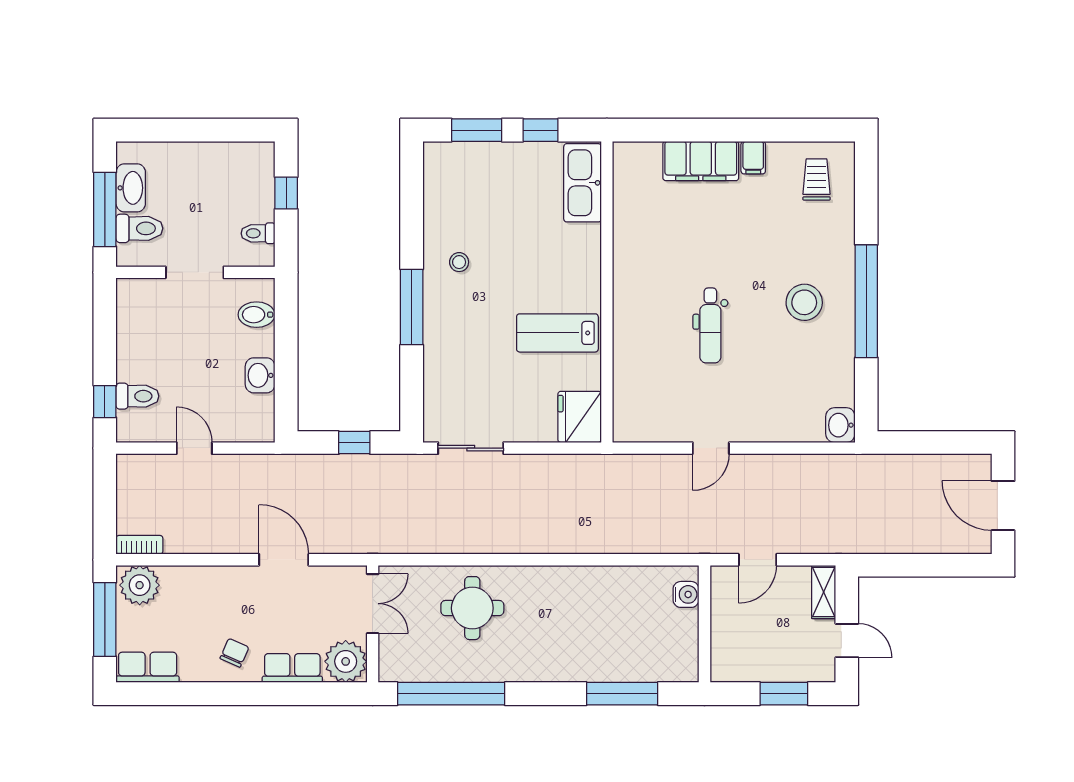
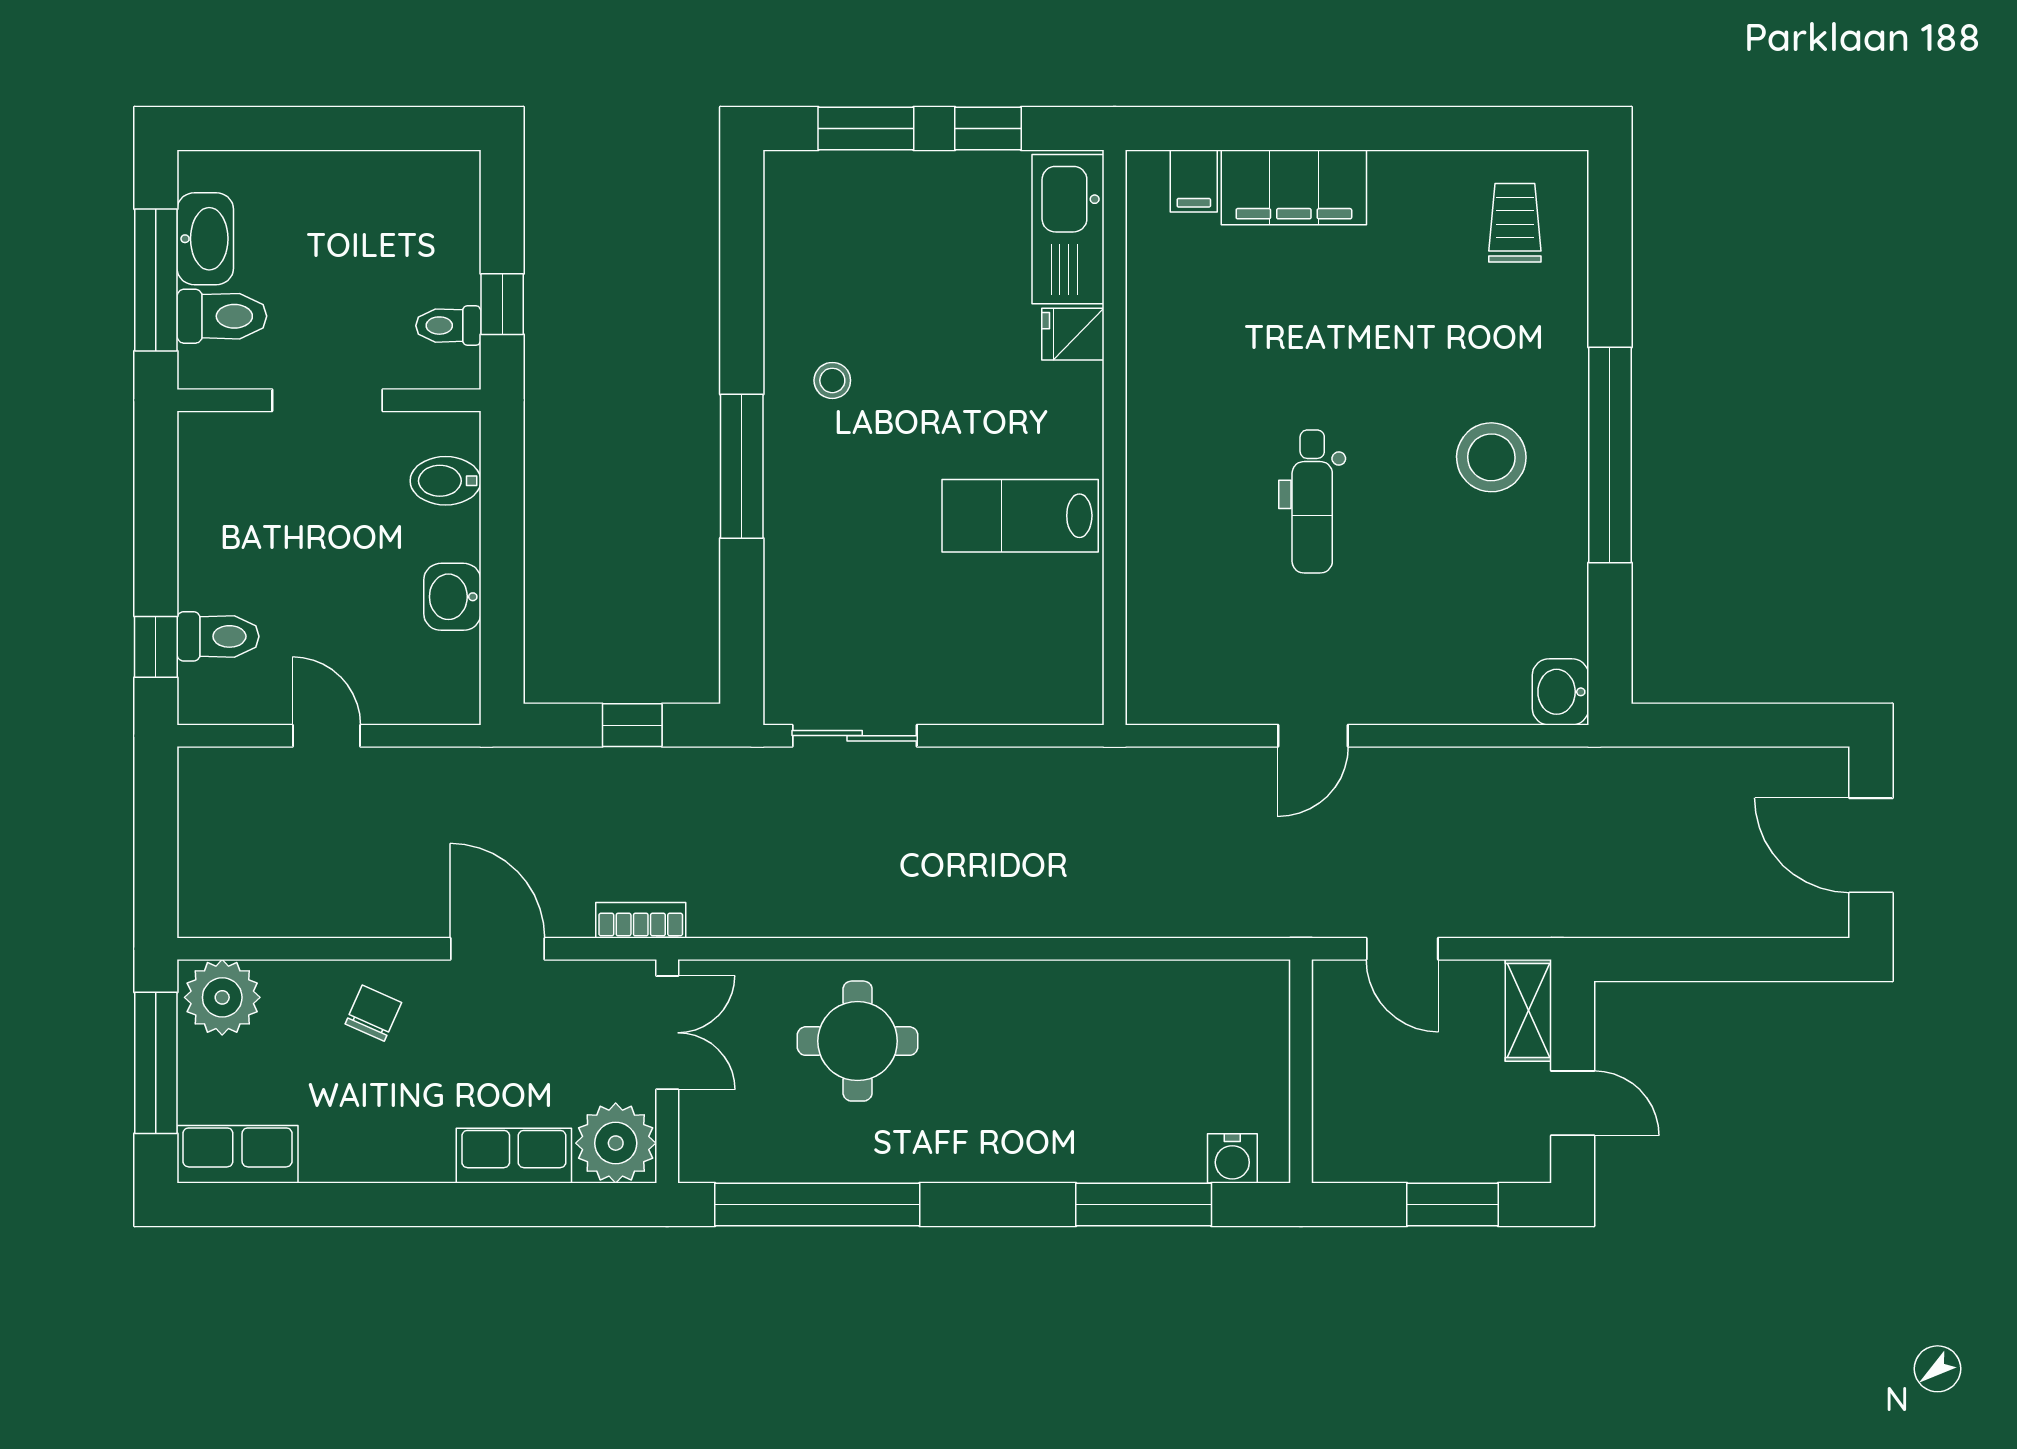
filing cabinet: (753, 158) -> (1194, 181), moved
window: (286, 193) -> (502, 304), moved
fridge: (580, 417) -> (1073, 334), moved, width x0.53, depth x0.75
bookcase: (139, 545) -> (641, 920), moved
door: (758, 560) -> (1402, 949), hinge flipped
water cooler: (686, 594) -> (1232, 1158), moved, turned 90
chair: (234, 653) -> (373, 1013), moved

